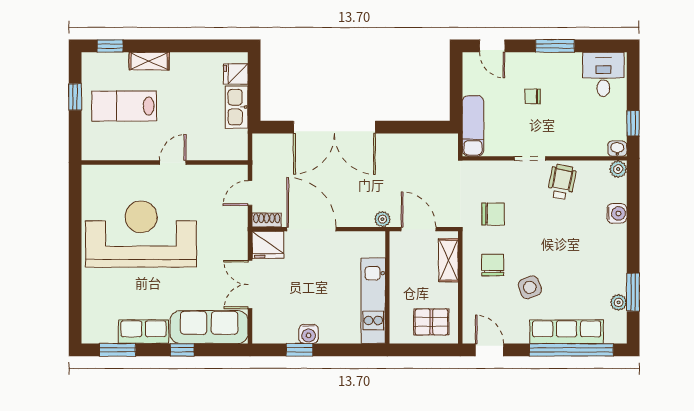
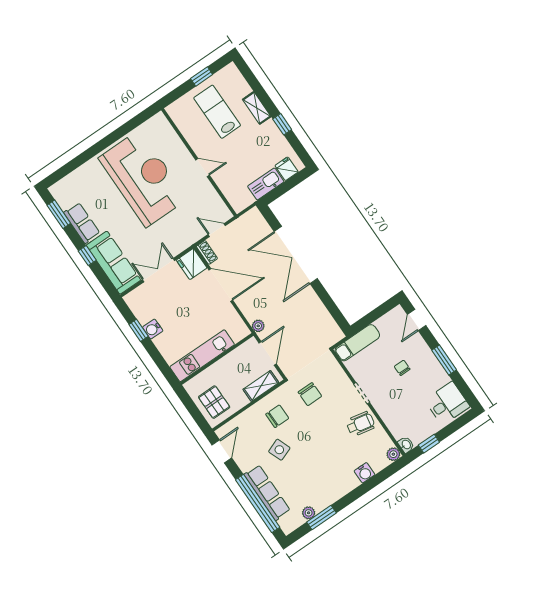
window: (110, 46) -> (282, 124), moved
door: (311, 229) -> (221, 285), hinge flipped

